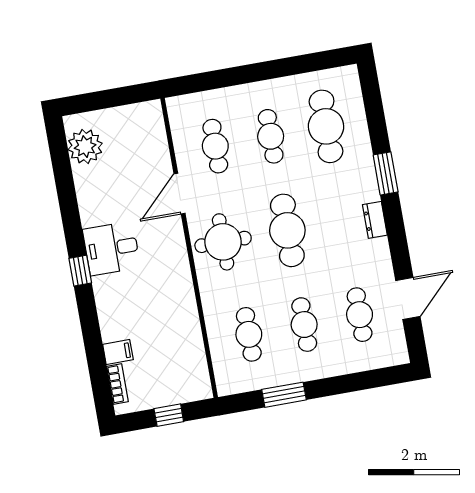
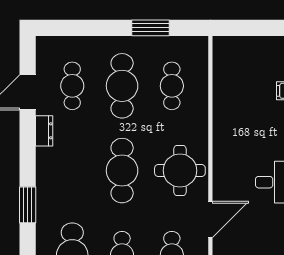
dresser: (375, 220) -> (44, 131), moved
cafe table: (304, 325) -> (122, 86), width x1.37, depth x1.35
window: (169, 415) -> (254, 28), removed

